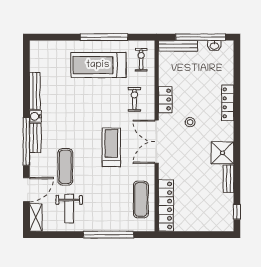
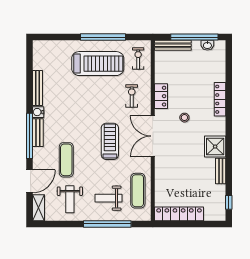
treadmill: (98, 65) -> (98, 64), turned 180
locker: (166, 205) -> (179, 214), moved, turned -90
weight bench: (110, 207) -> (109, 198), added

